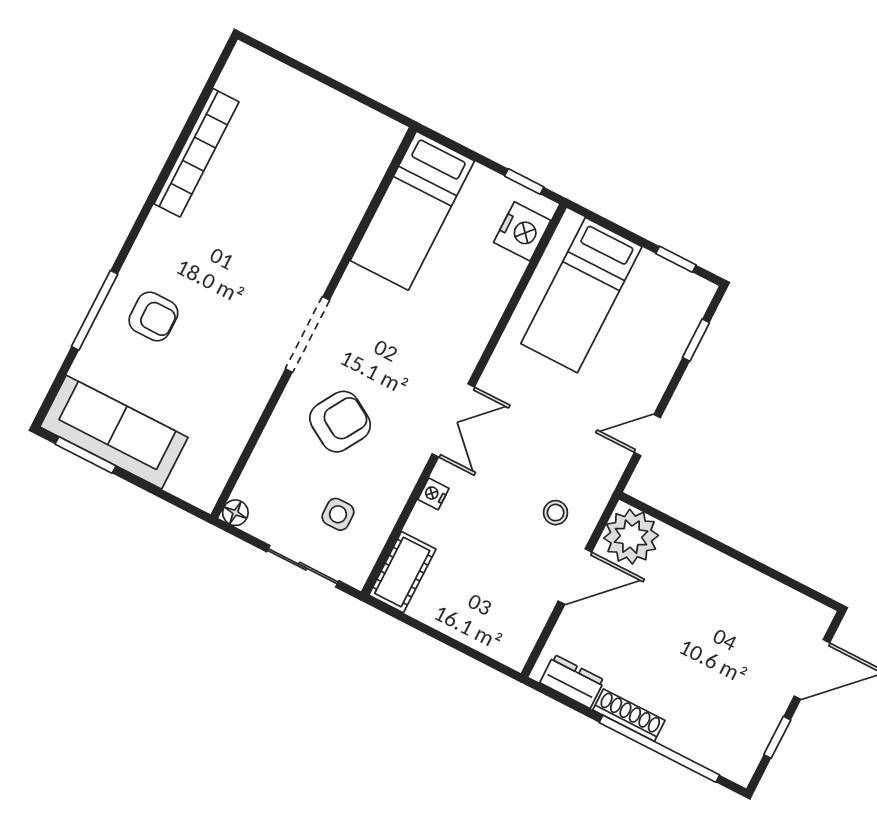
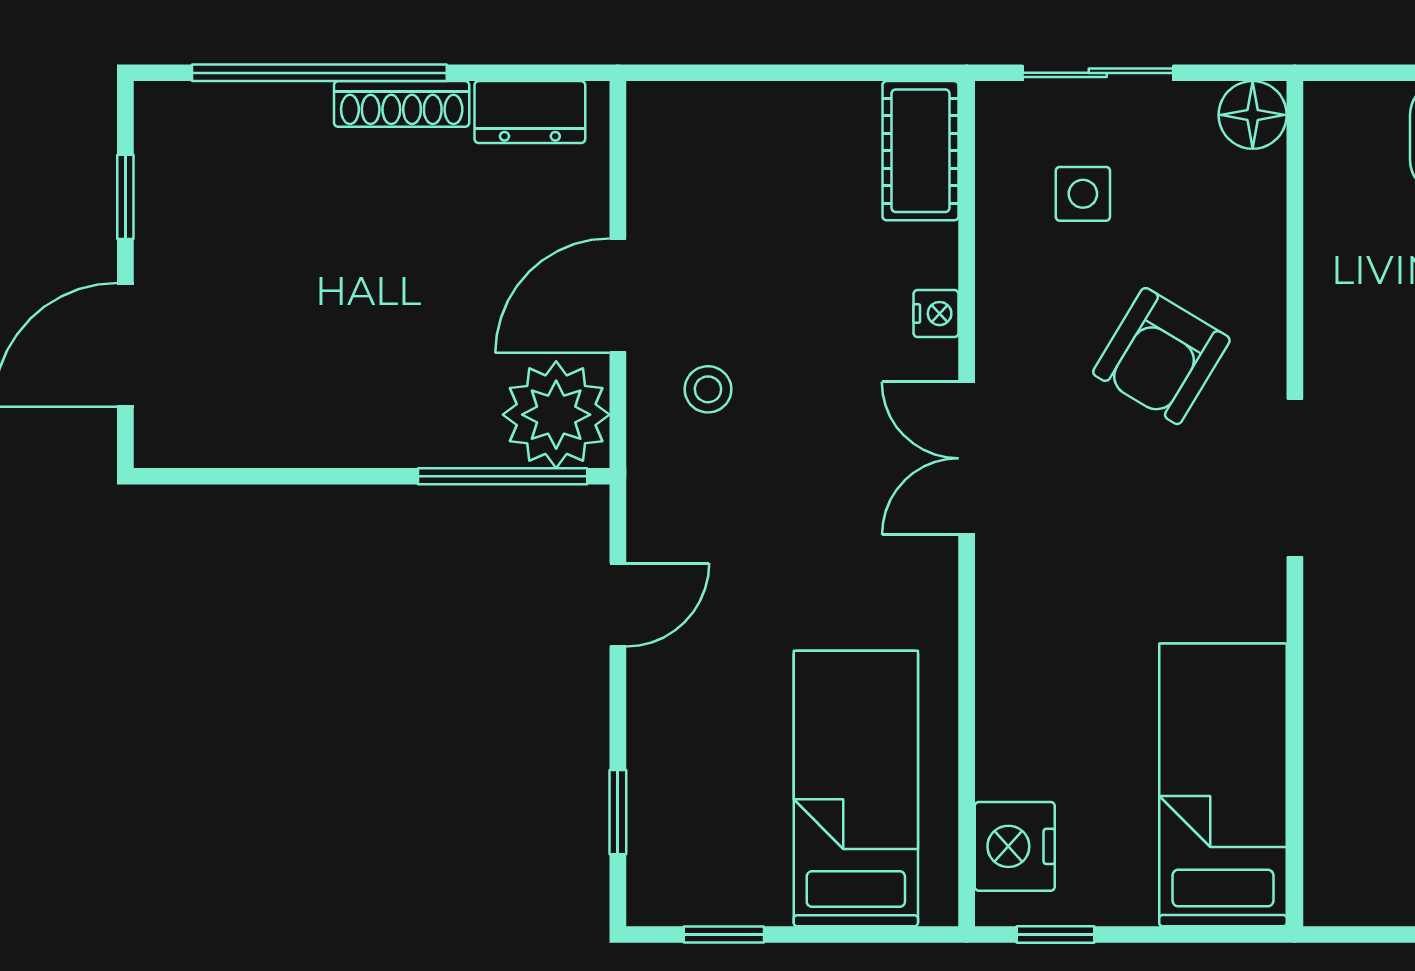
floor lamp: (235, 513) -> (1253, 115), width x1.37, depth x1.37
window: (670, 521) -> (503, 476), added

